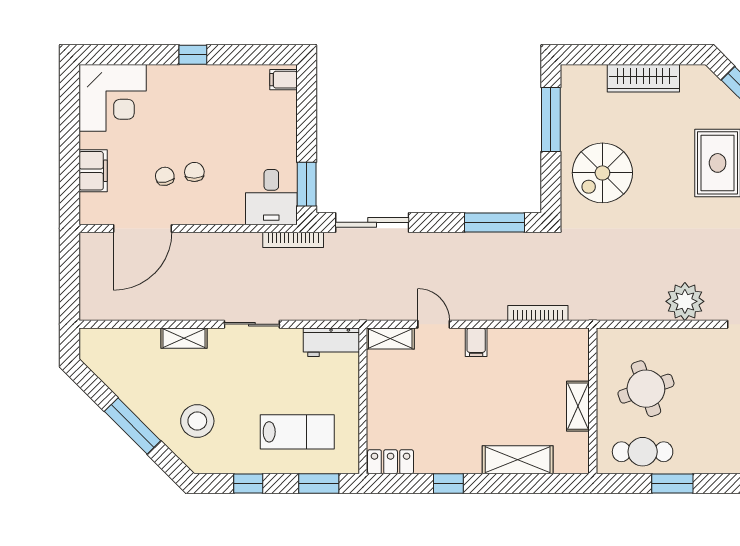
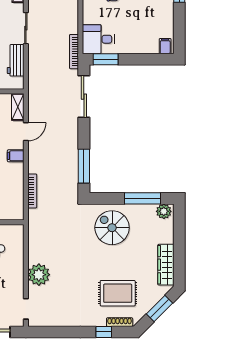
wardrobe: (643, 78) -> (166, 265), moved
plant: (574, 82) -> (164, 211), added
workbench: (331, 342) -> (16, 60), moved

